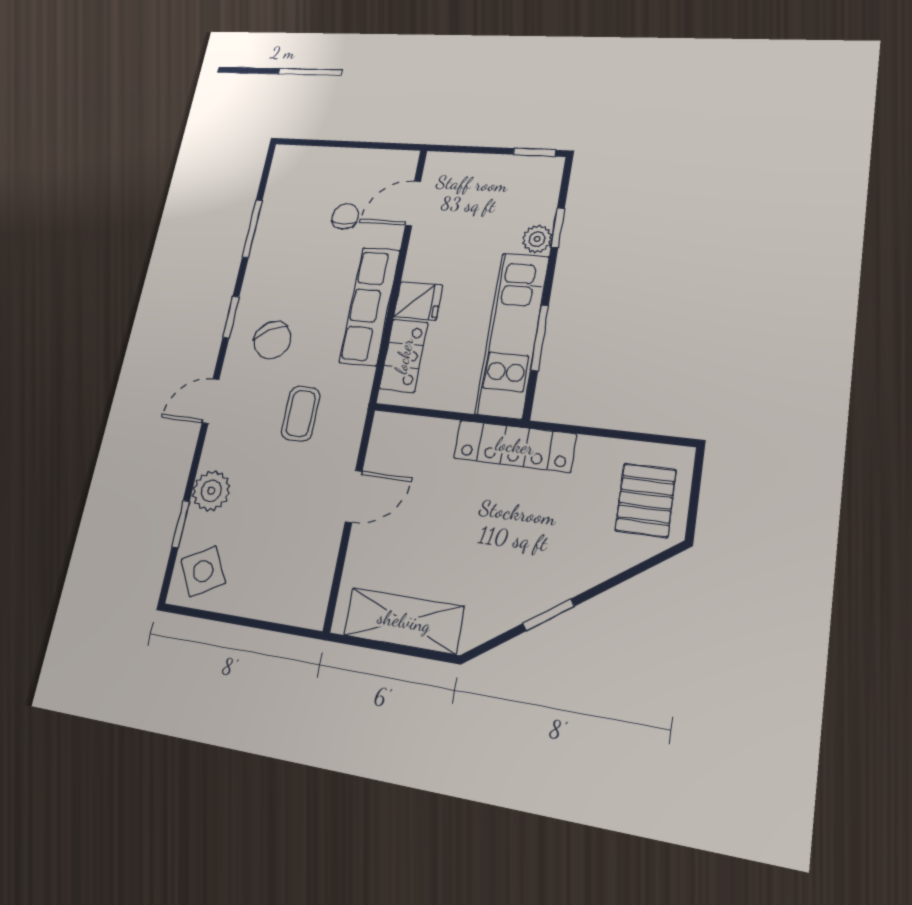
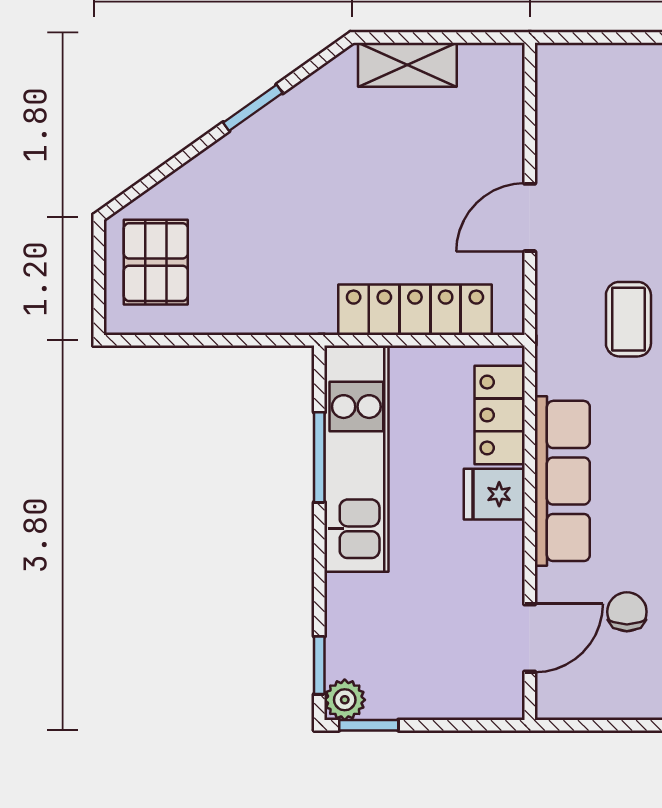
chair: (345, 216) -> (627, 612), turned 180
window: (558, 228) -> (319, 665), moved
plant: (537, 239) -> (345, 700), moved
locker: (515, 446) -> (415, 310), moved
shelving: (404, 621) -> (407, 65), width x0.67, depth x0.75

